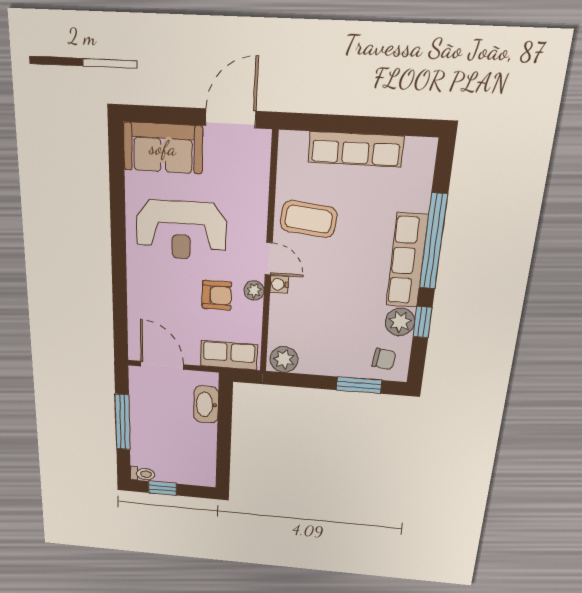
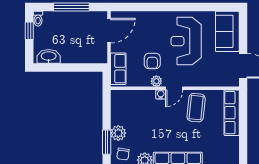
row of seats: (356, 149) -> (232, 113), moved
plant: (284, 359) -> (118, 133), moved
washbasin: (206, 405) -> (49, 56), moved

